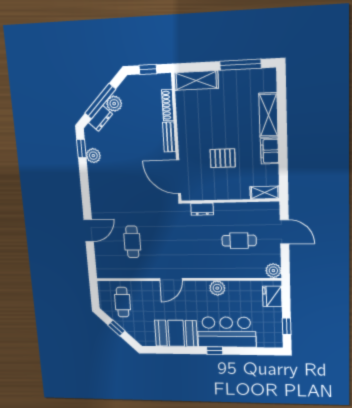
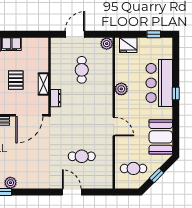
shelving: (265, 193) -> (43, 84), moved
booth: (176, 333) -> (161, 137), moved

